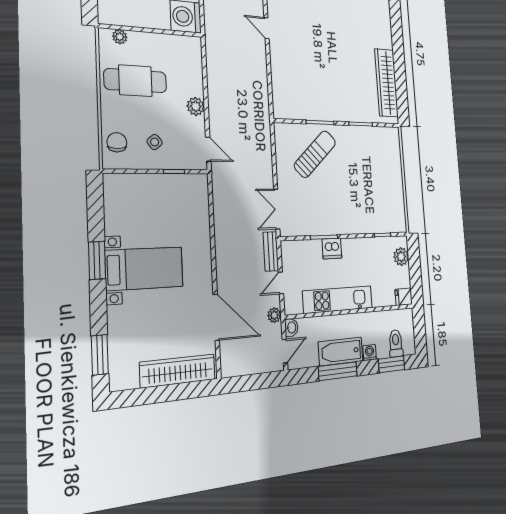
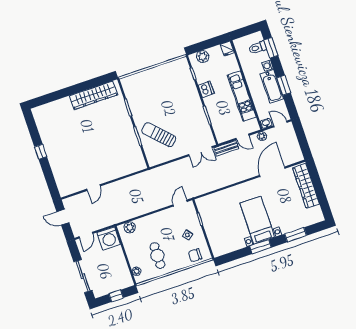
cafe table: (135, 81) -> (157, 256), width x0.73, depth x0.74
plant: (196, 106) -> (130, 227), moved
dishwasher: (332, 249) -> (206, 89), moved
window: (100, 355) -> (296, 235), moved
window: (338, 371) -> (284, 85), width x0.69

